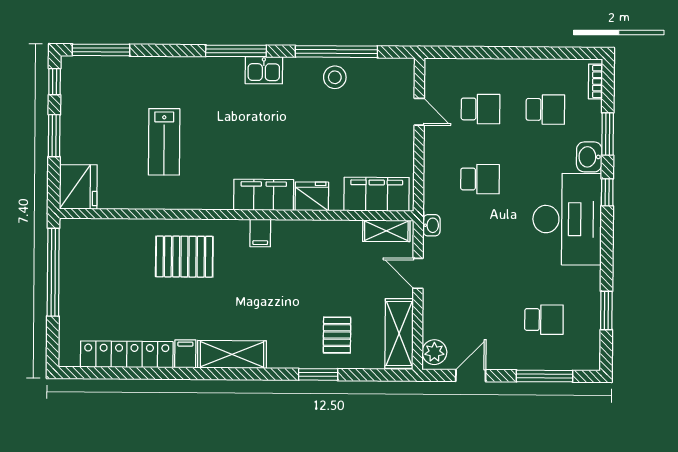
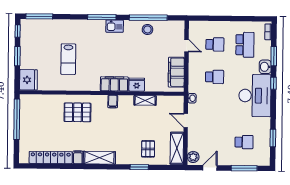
school desk: (545, 109) -> (245, 45), width x1.85
filing cabinet: (377, 194) -> (176, 72), moved, turned -90
shelving: (386, 231) -> (145, 100), moved

